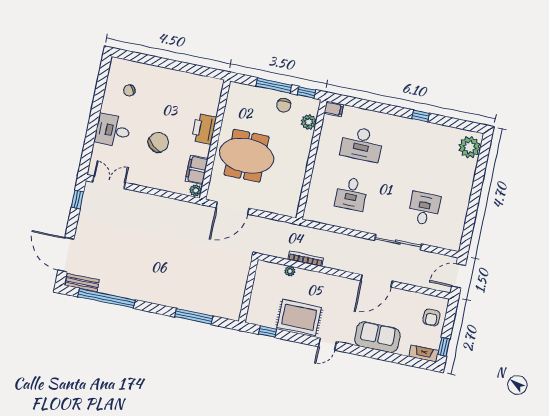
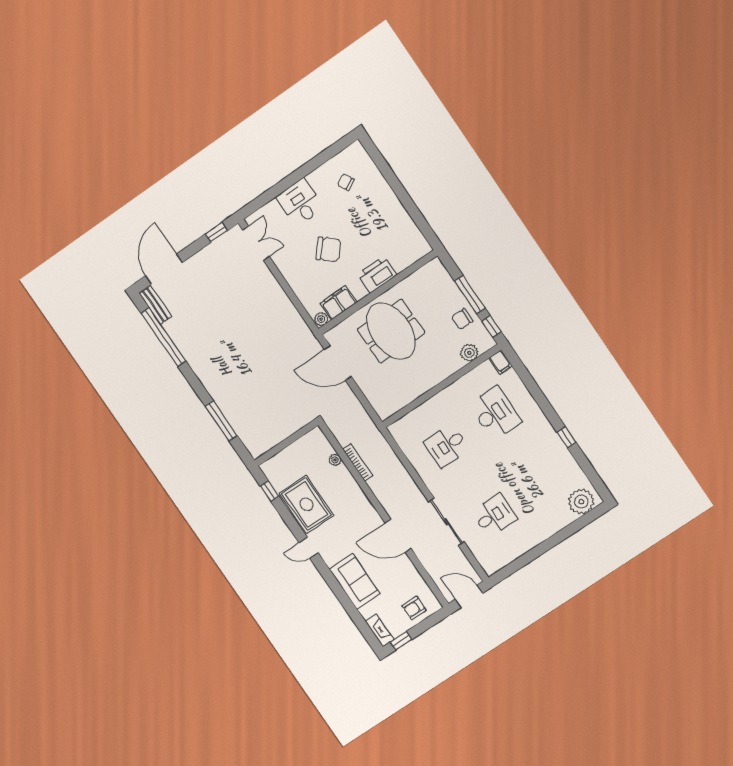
desk: (362, 144) -> (495, 413), turned 180

